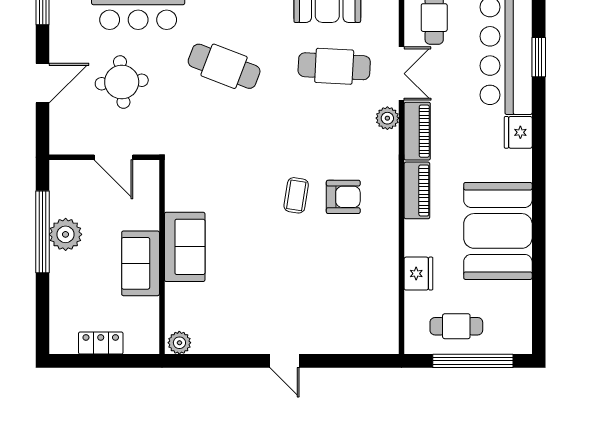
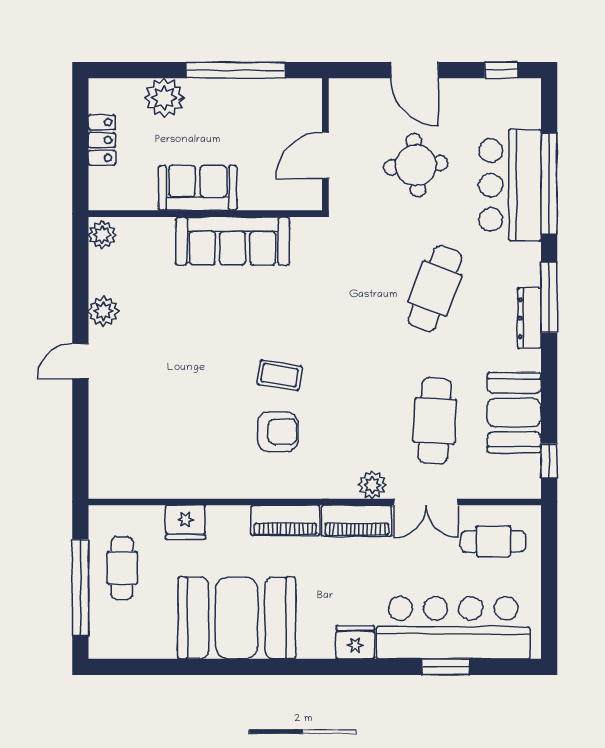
armchair: (343, 197) -> (278, 432), turned -90
plant: (66, 234) -> (164, 98), moved
sofa: (185, 247) -> (233, 241), width x1.36
plant: (243, 342) -> (103, 311), added

